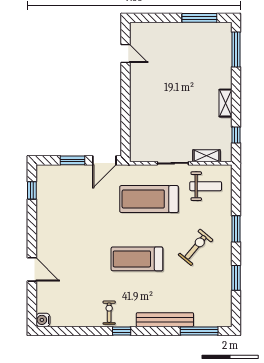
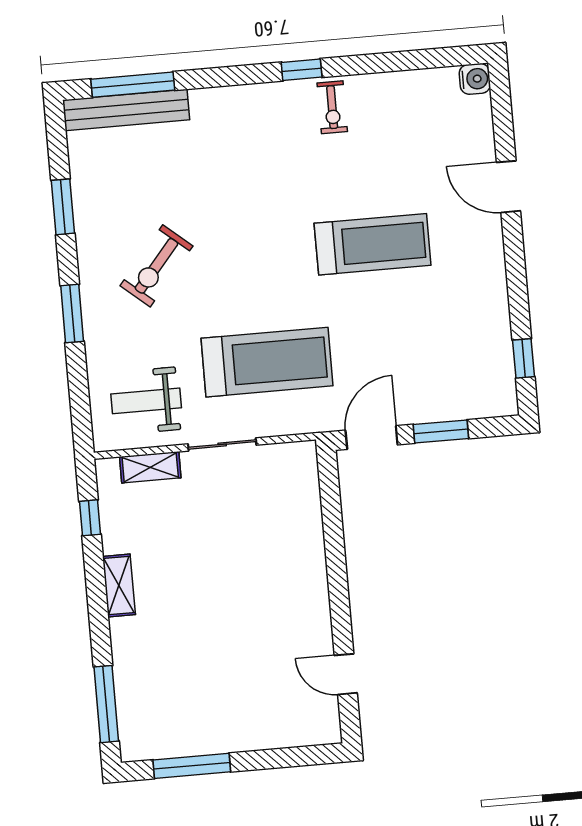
treadmill: (137, 259) -> (373, 244), moved
bench: (165, 320) -> (126, 110), moved

